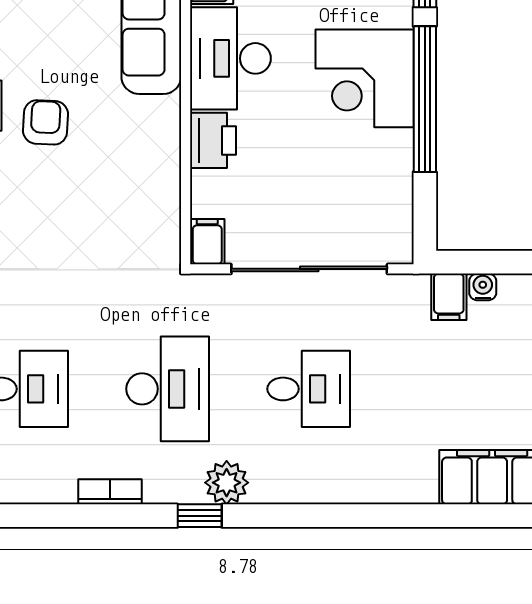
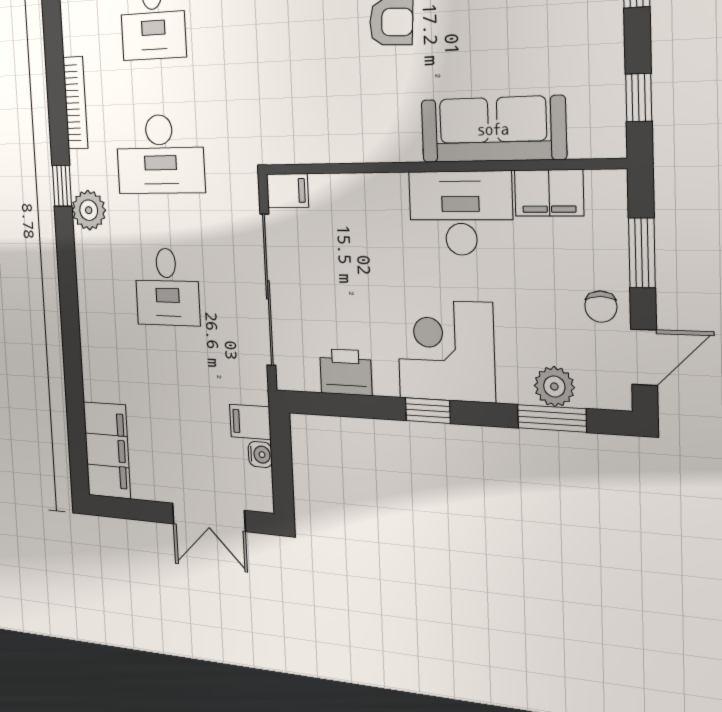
window: (425, 99) -> (428, 411), width x0.32
printer: (213, 140) -> (346, 372), moved, turned 180
bookcase: (110, 492) -> (75, 103), width x1.56

